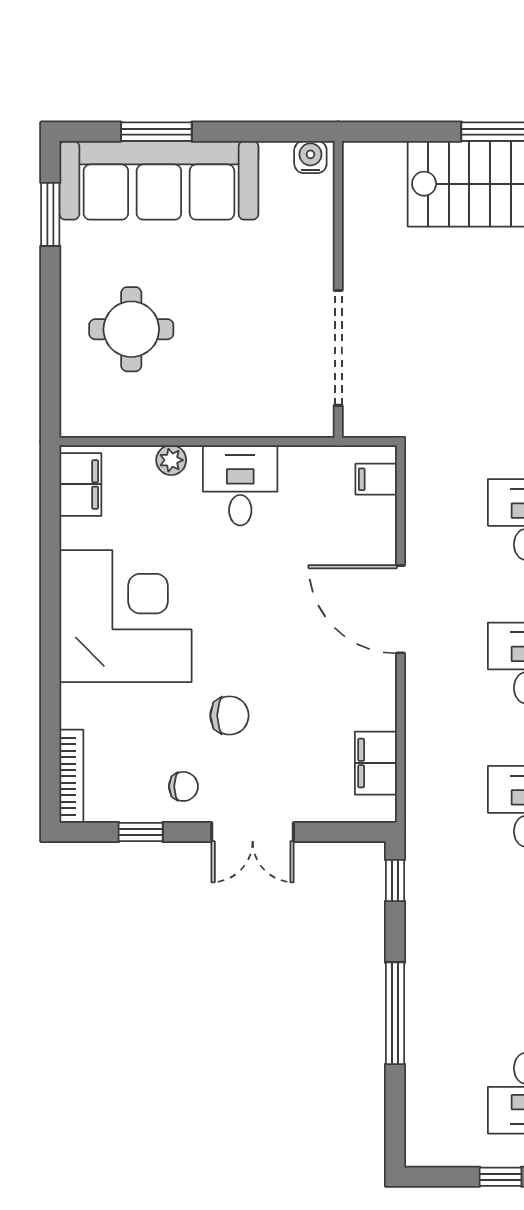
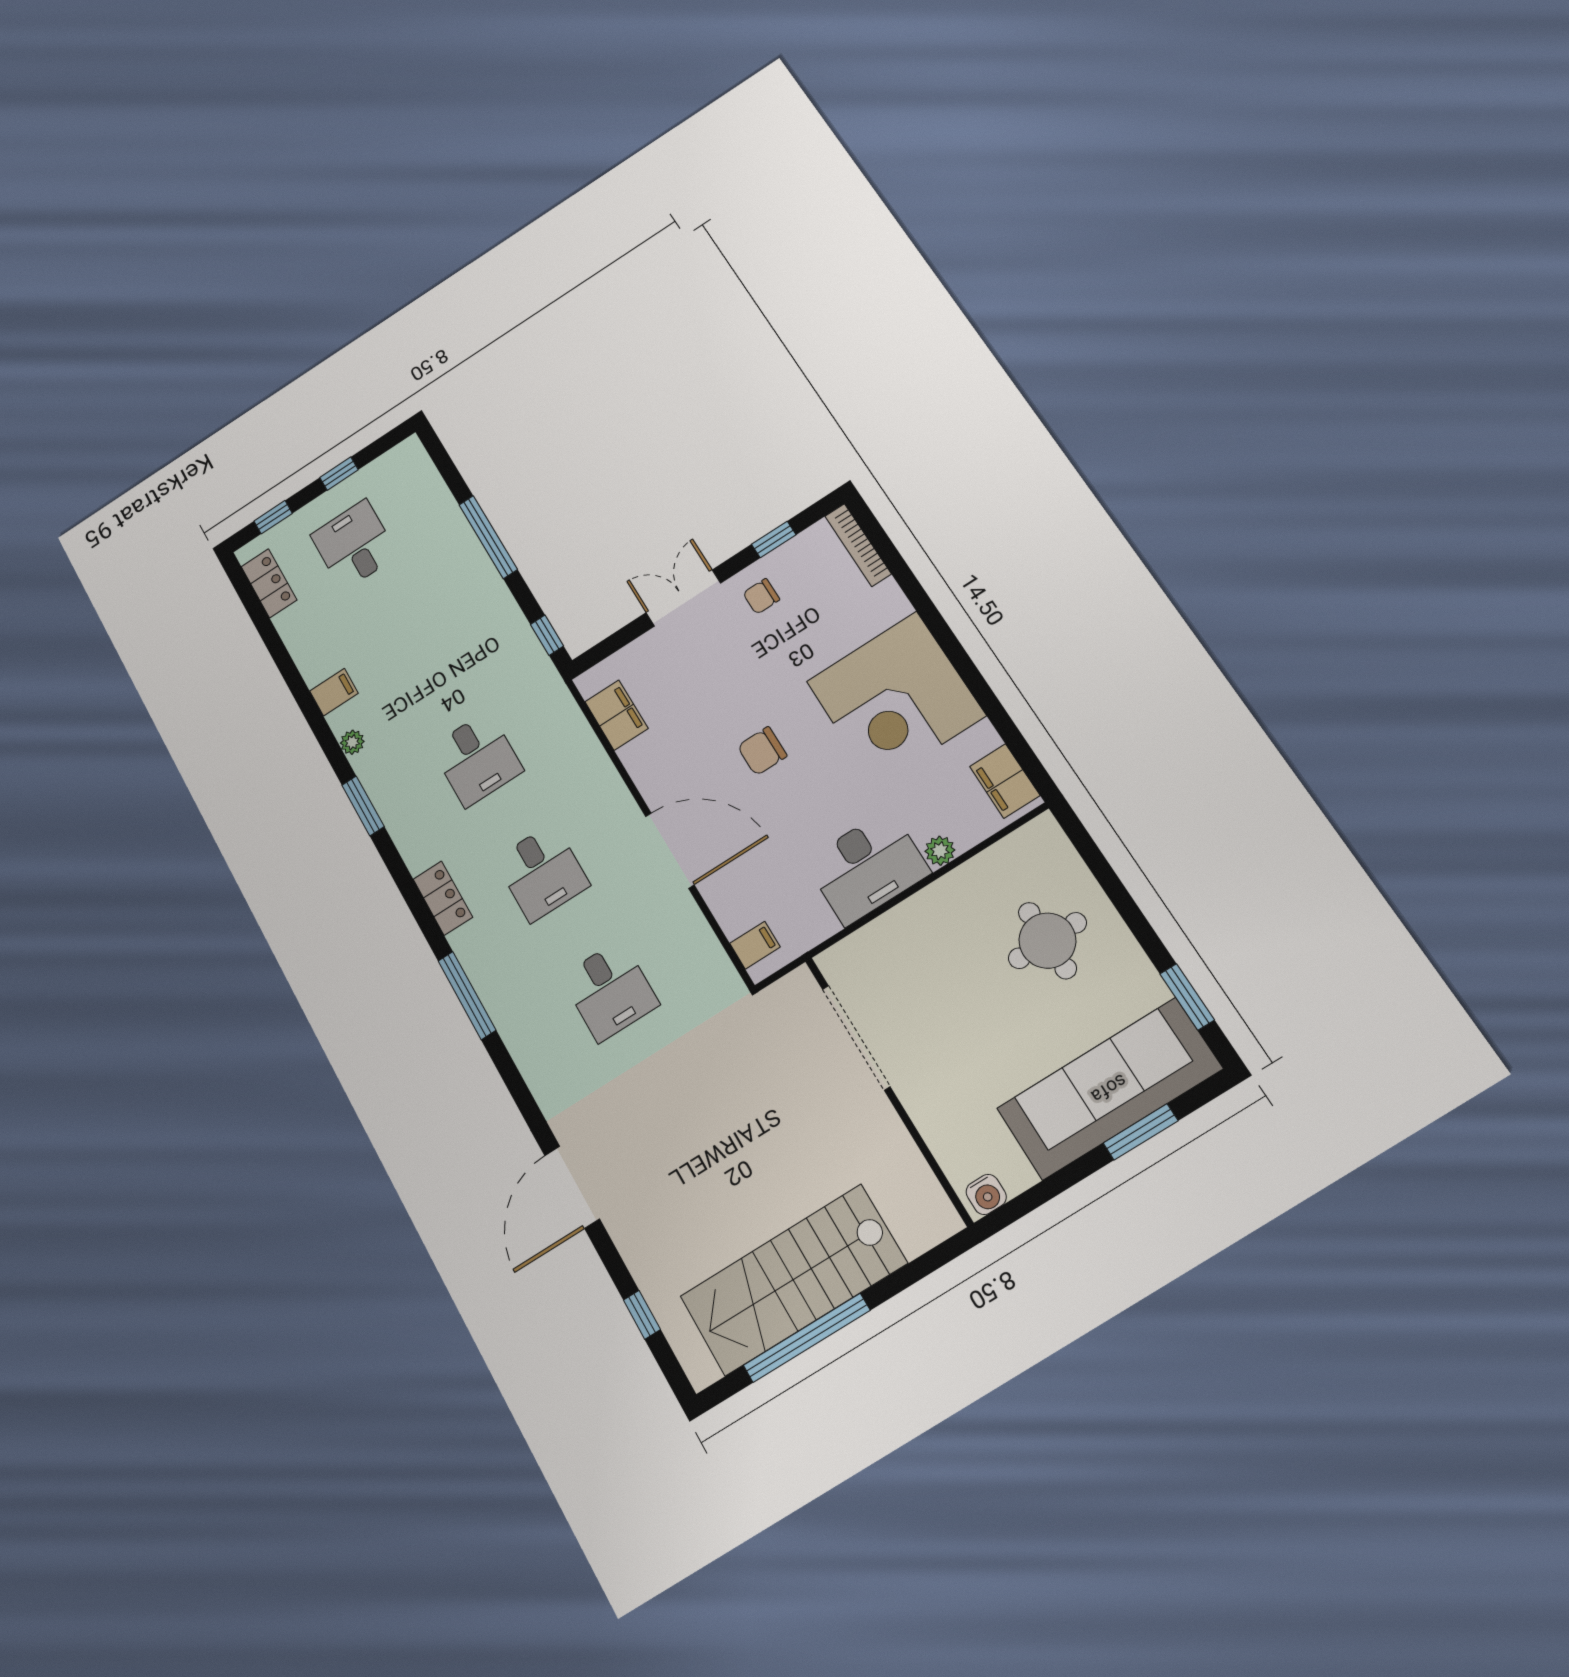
desk: (240, 485) -> (867, 867), width x1.37
chair: (229, 715) -> (762, 751), moved

